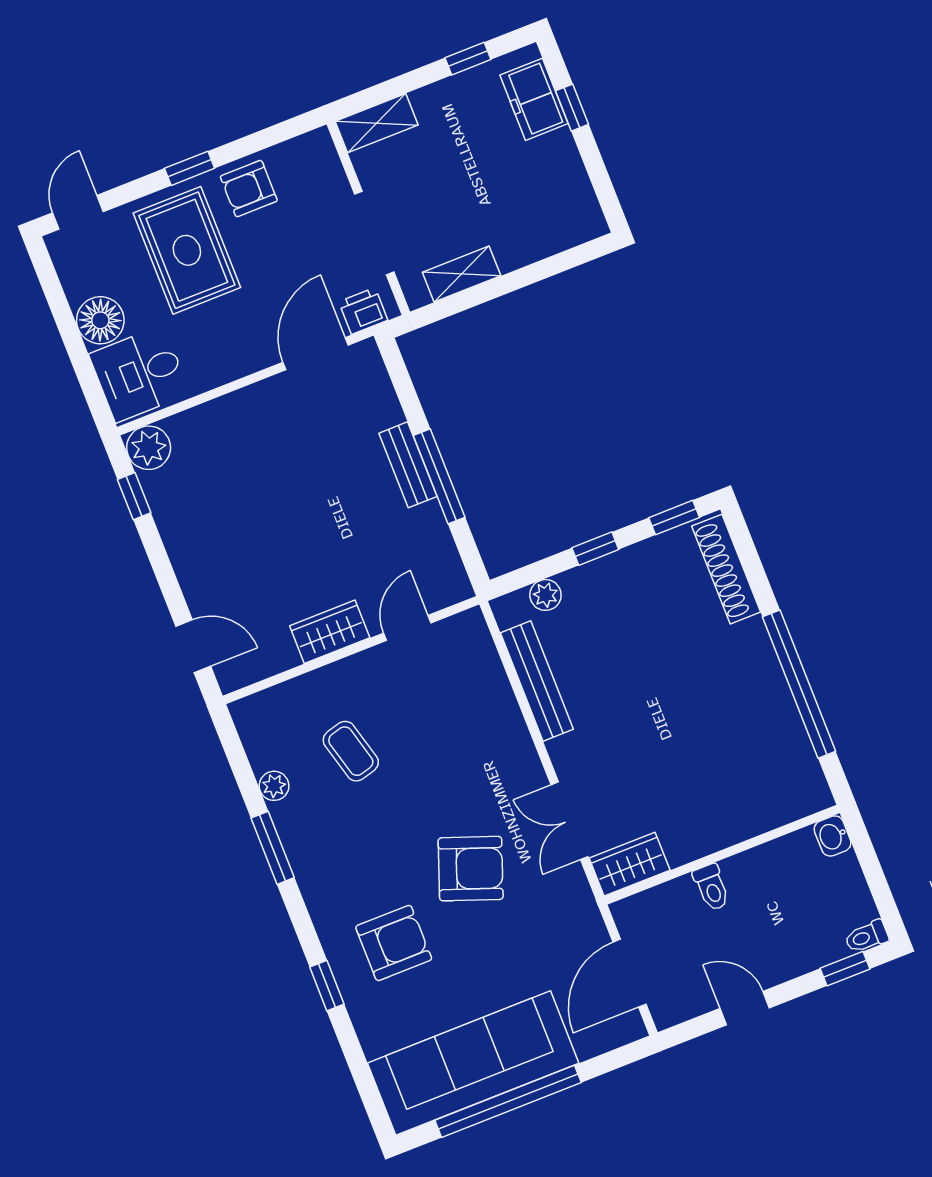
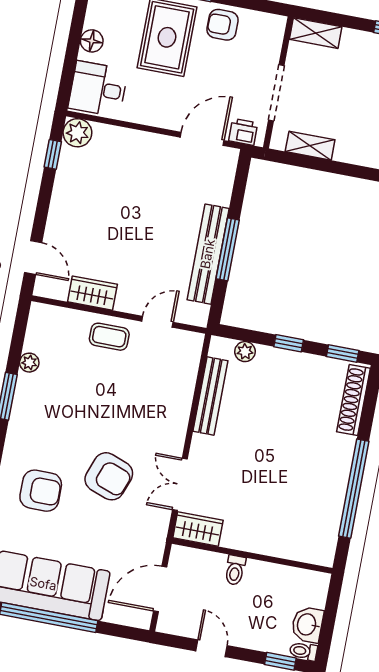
floor lamp: (100, 320) -> (92, 41), width x0.73, depth x0.73
bench: (408, 465) -> (208, 254), width x1.86, depth x1.21
wardrobe: (330, 632) -> (92, 293), moved
coffee table: (351, 751) -> (109, 337), moved, turned -75
washbasin: (833, 836) -> (307, 625), moved, width x1.38, depth x1.45

